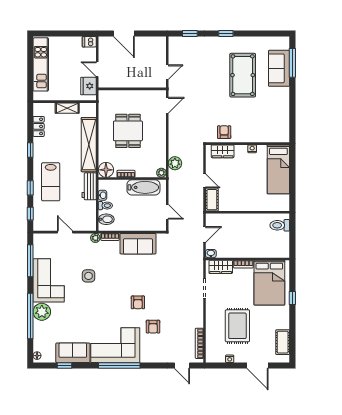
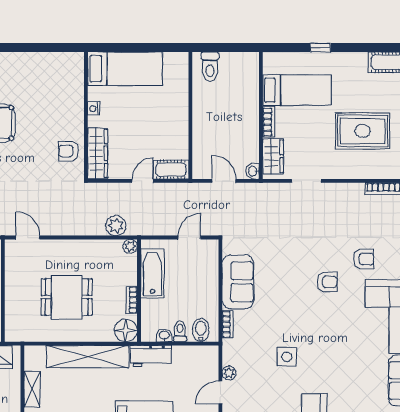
wardrobe: (223, 151) -> (98, 153), width x1.50
plant: (95, 238) -> (229, 373), moved
bed: (269, 283) -> (297, 90), width x0.67

